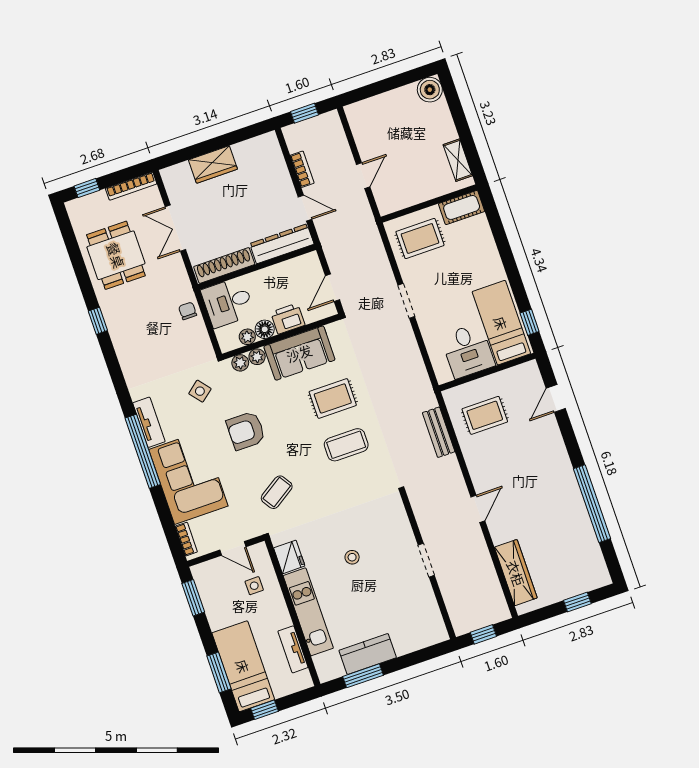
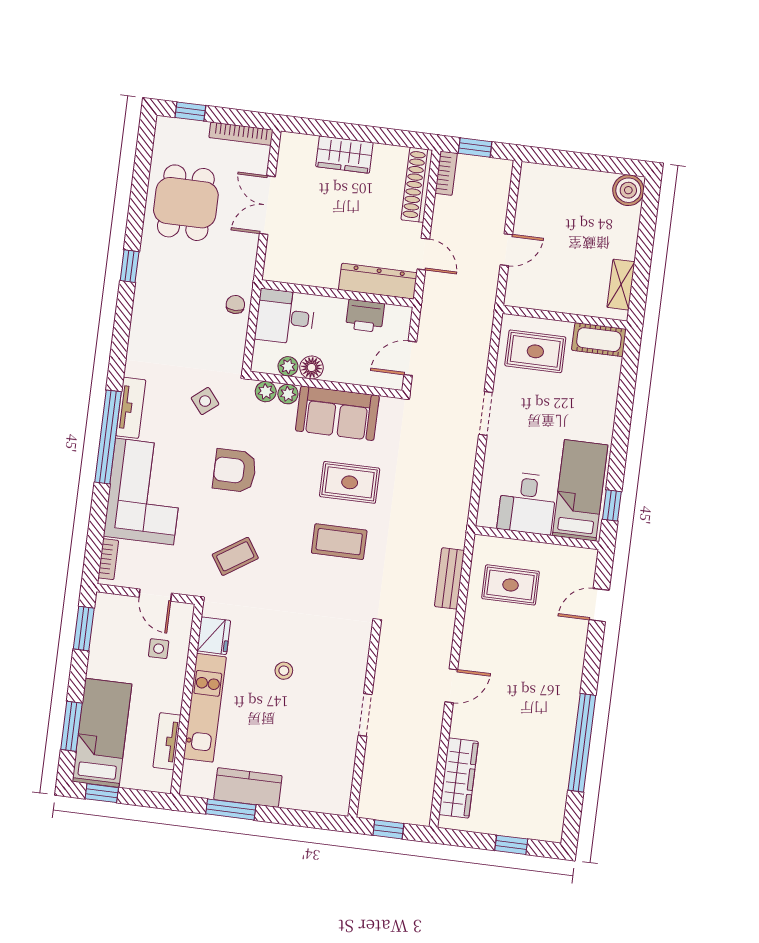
bookcase: (302, 169) -> (446, 173), moved
shoe rack: (224, 265) -> (417, 185), moved, turned -90
printer: (288, 319) -> (365, 316), moved, turned 180

